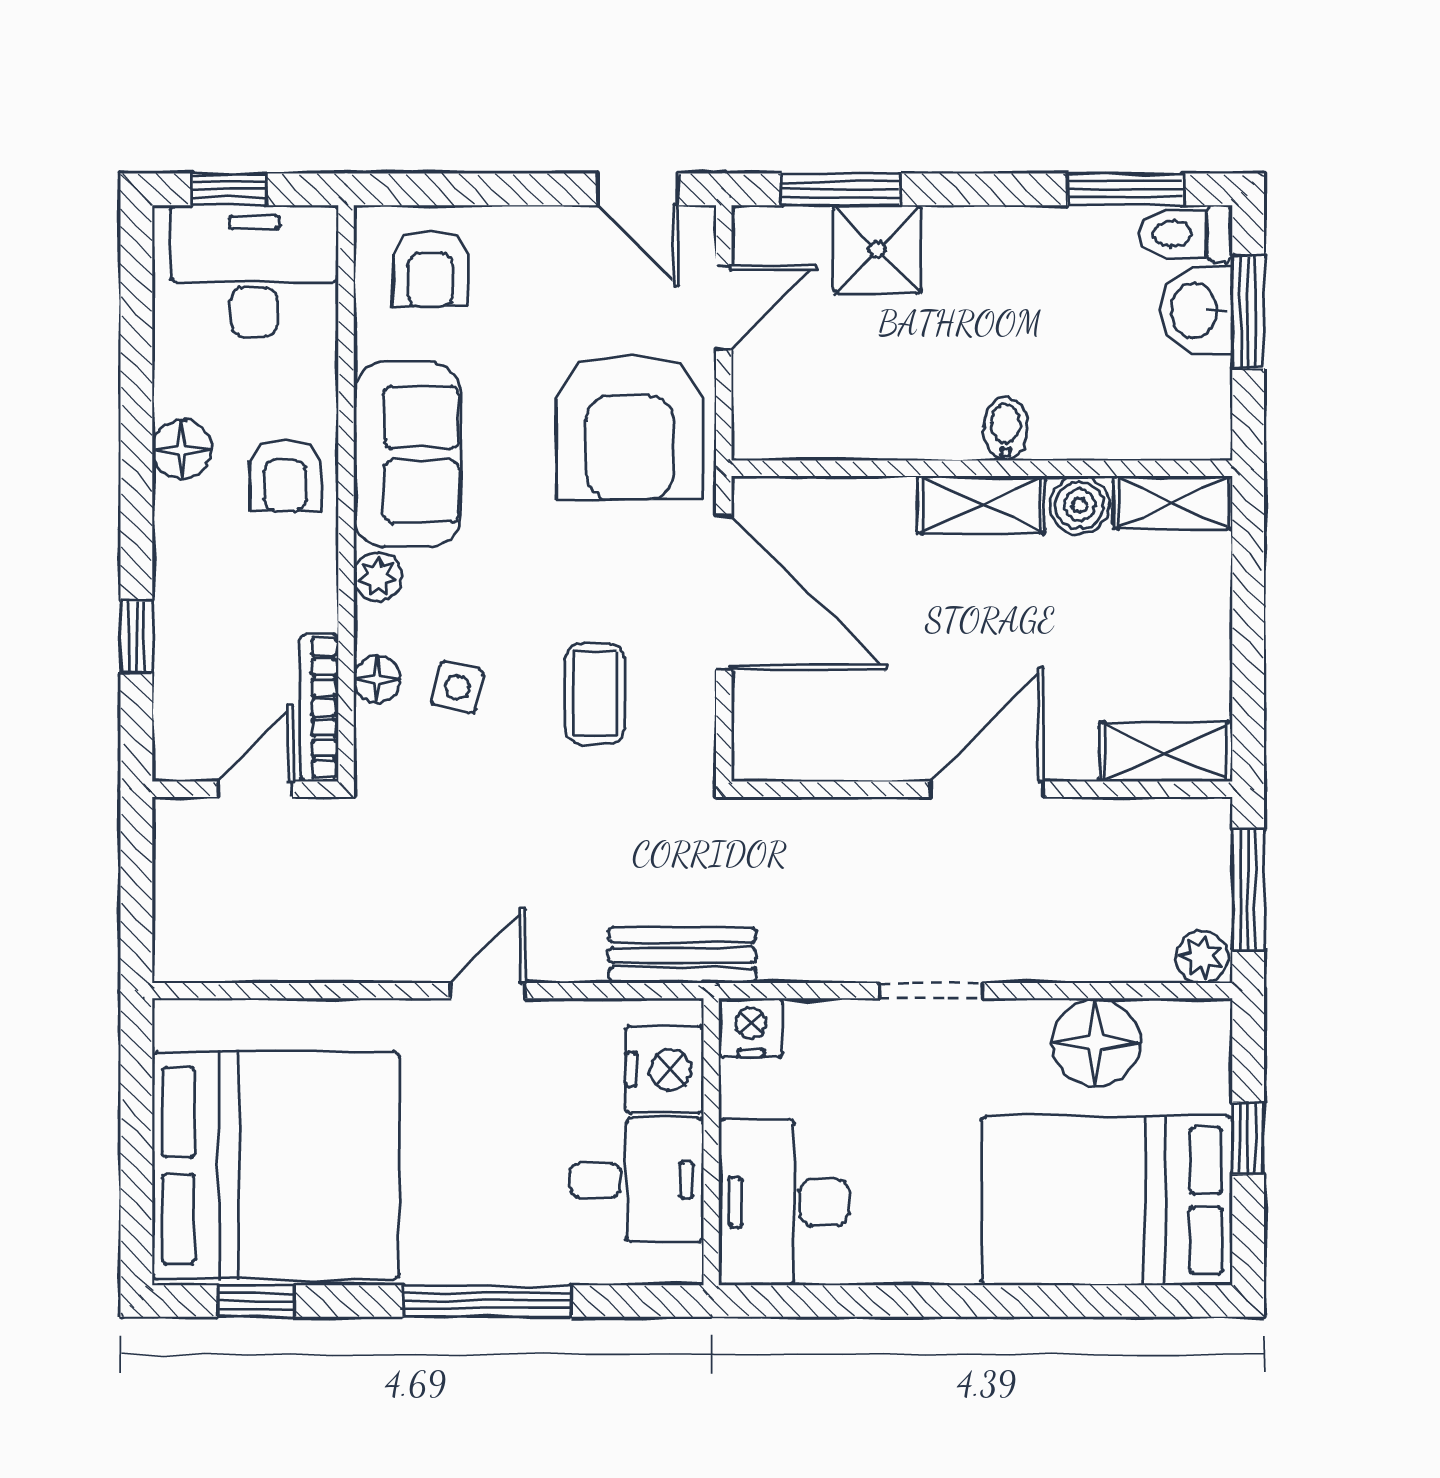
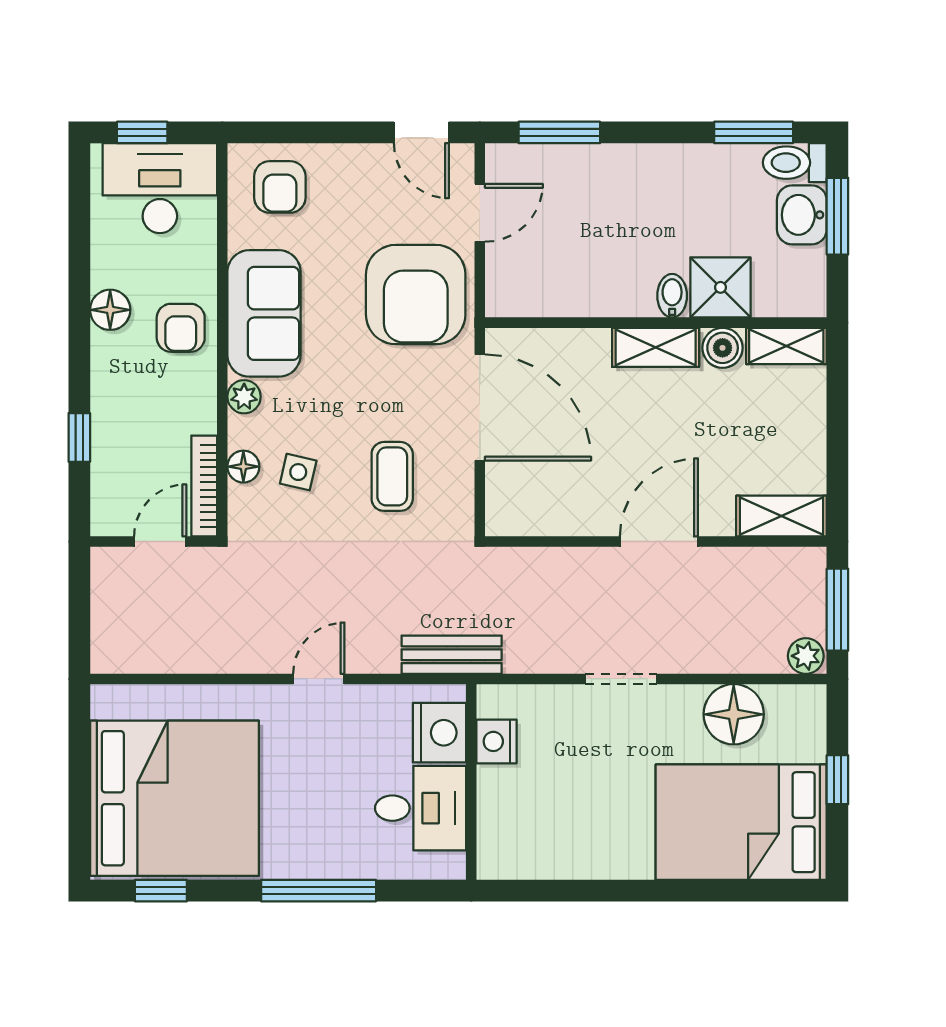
shower: (877, 249) -> (720, 287), moved
nightstand: (751, 1028) -> (497, 741), moved, turned -90
desk: (784, 1202) -> (521, 823), removed

